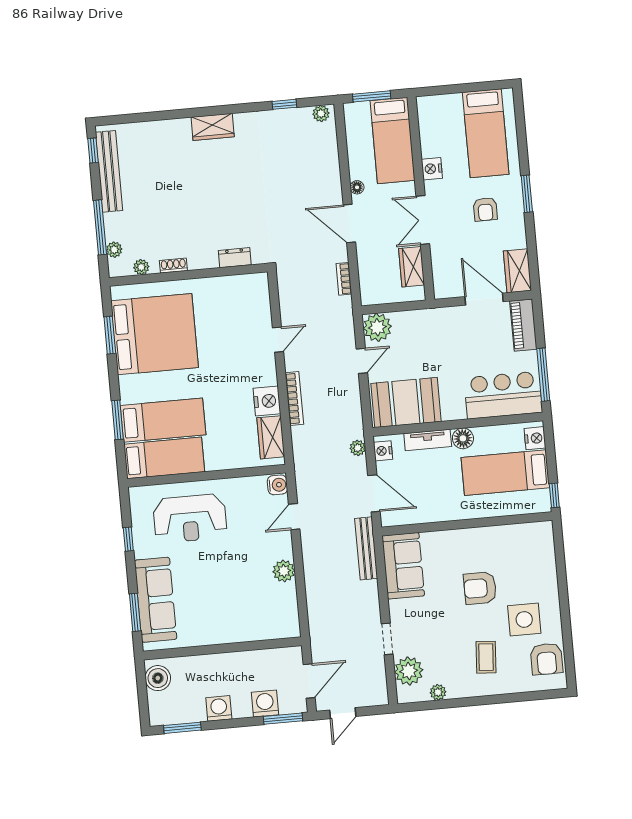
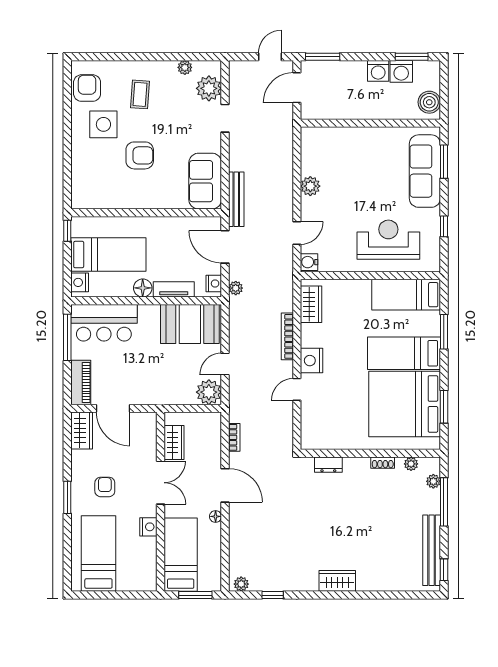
nightstand: (267, 401) -> (312, 361), moved
bed: (163, 420) -> (404, 353), moved
washing machine: (265, 704) -> (401, 71), moved

